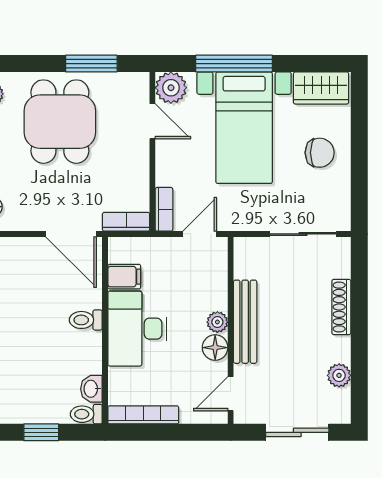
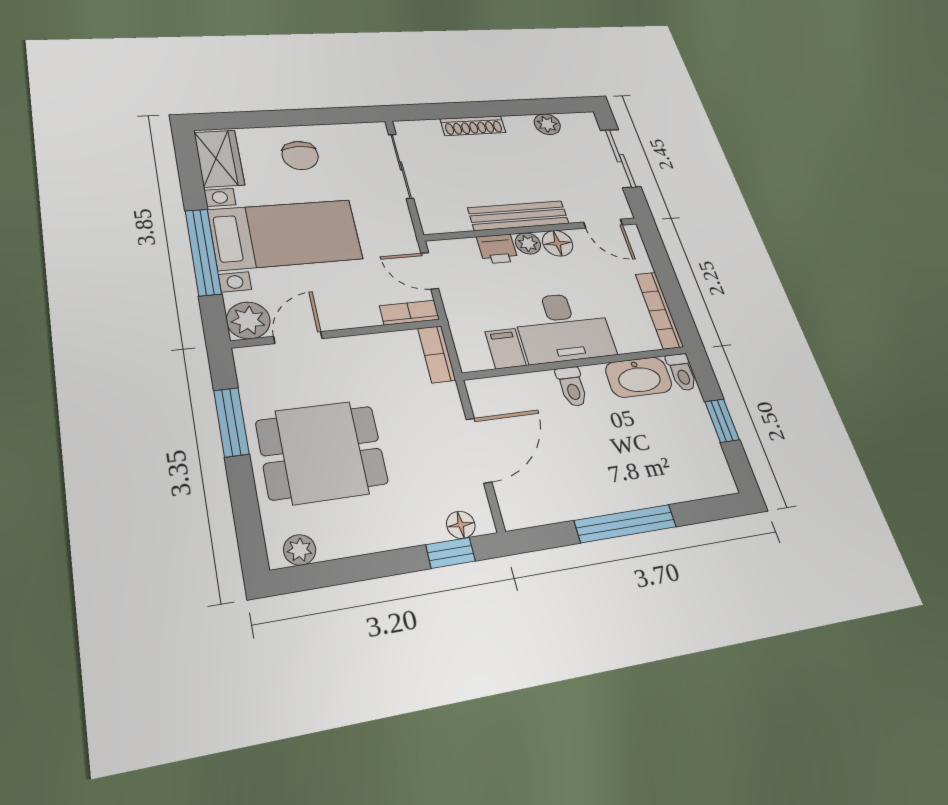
chair: (320, 153) -> (300, 155), turned 180
door: (71, 234) -> (479, 450), moved
printer: (215, 295) -> (497, 249), added
washbasin: (91, 389) -> (639, 377), width x1.91, depth x1.45

